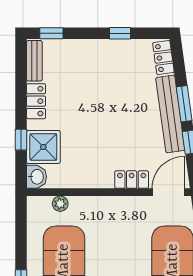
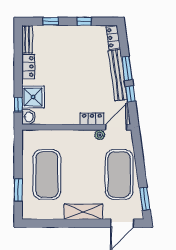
window: (51, 33) -> (51, 21), moved
window: (21, 140) -> (18, 104), moved
plant: (60, 204) -> (100, 135), moved

